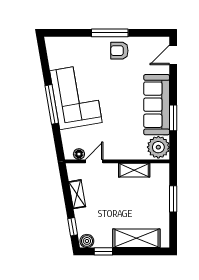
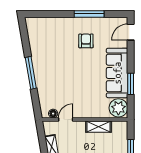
window: (110, 33) -> (89, 14), moved
armchair: (119, 51) -> (86, 41), moved, turned 90
corner sofa: (76, 97) -> (51, 66), removed

